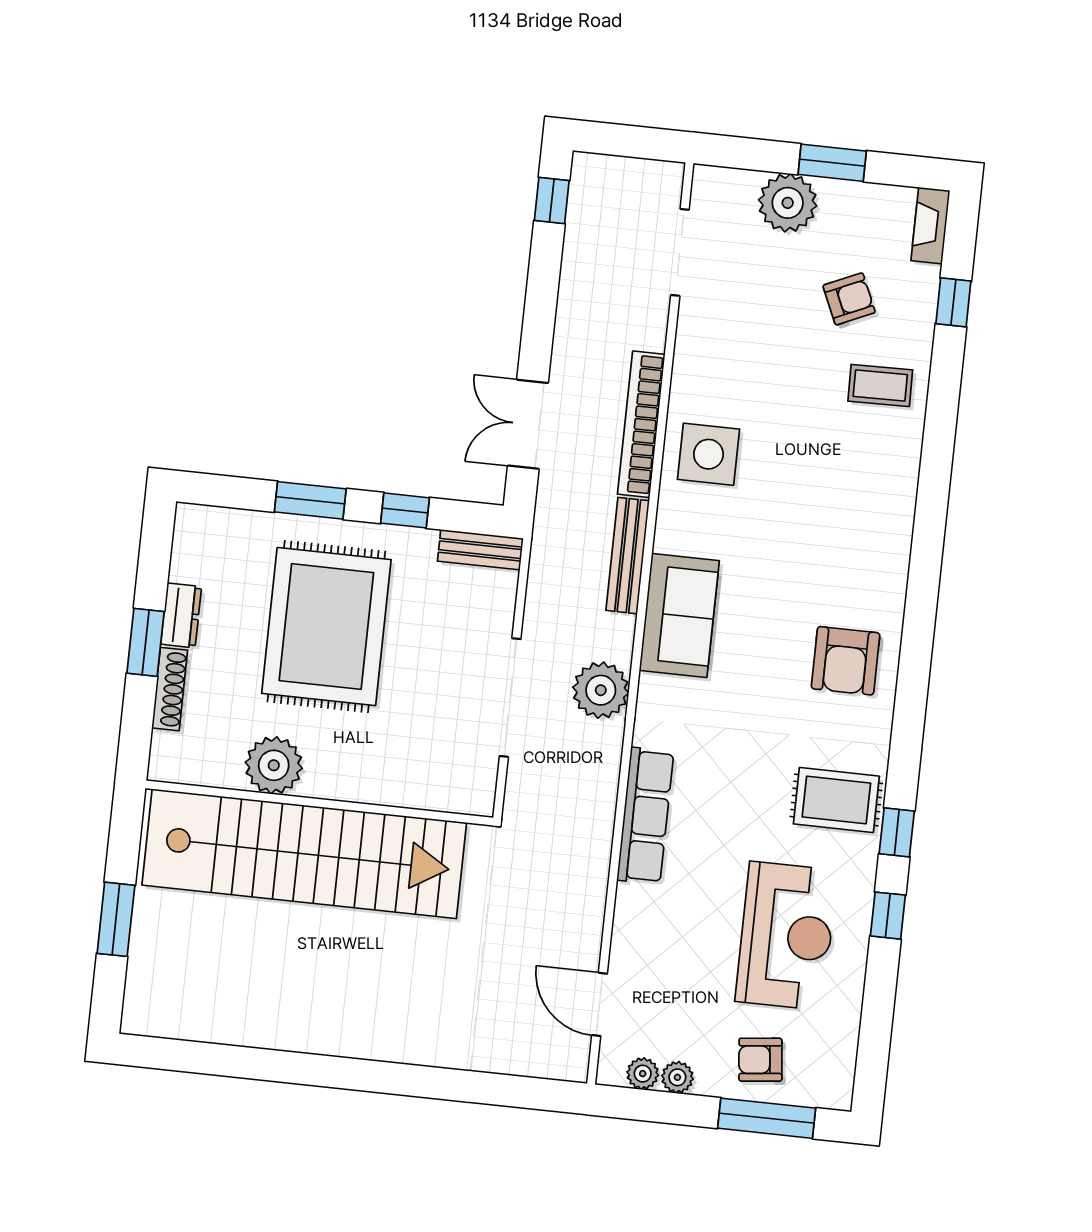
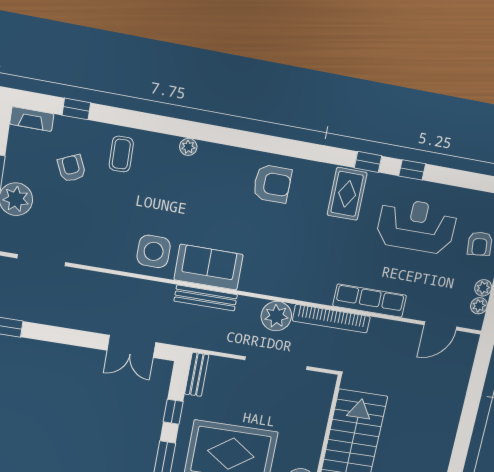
bookcase: (641, 424) -> (331, 319), moved
plant: (901, 504) -> (188, 147), added
sofa: (679, 616) -> (209, 267), moved
row of seats: (645, 816) -> (370, 301), moved

